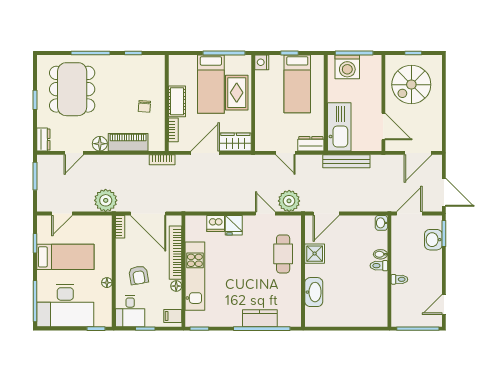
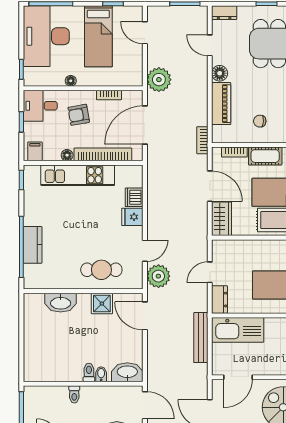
washbasin: (381, 223) -> (127, 372), width x1.91, depth x1.45
bookcase: (120, 227) -> (109, 95), moved

